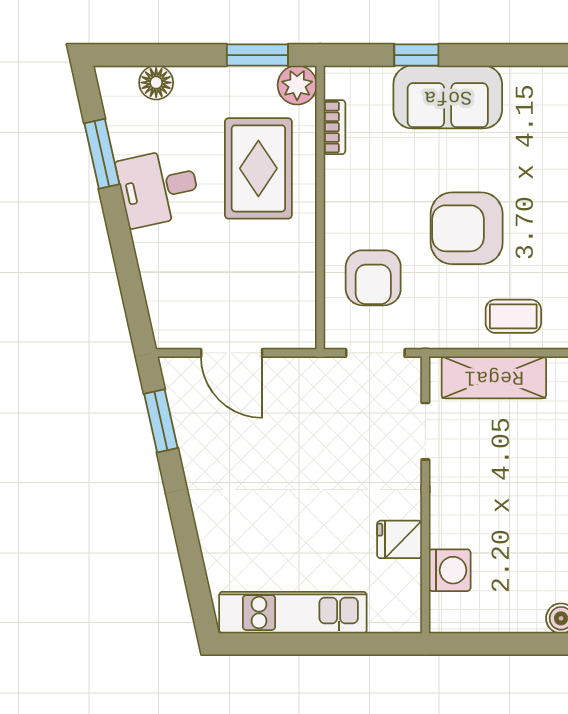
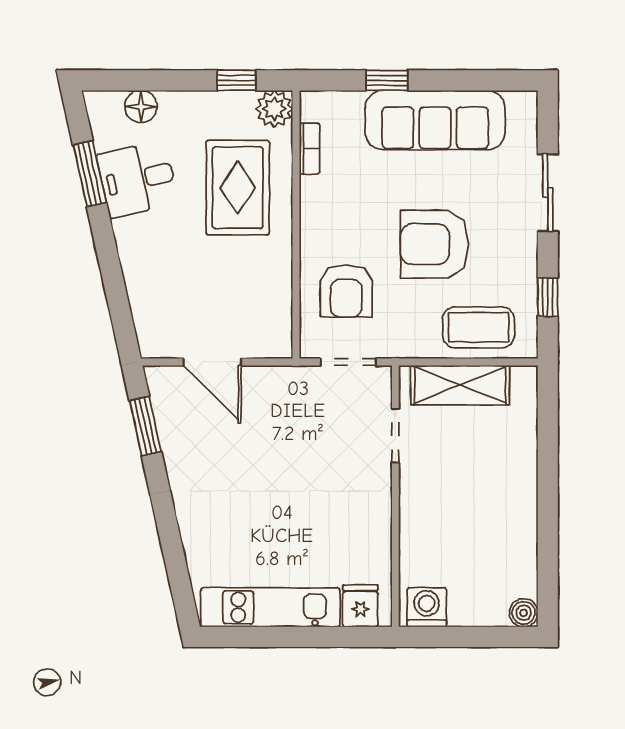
window: (257, 55) -> (237, 80), width x0.67
sofa: (448, 97) -> (435, 120), width x1.36
desk: (159, 188) -> (137, 179), moved
coffee table: (513, 316) -> (479, 327), width x1.36, depth x1.30
fridge: (399, 539) -> (360, 606), moved, turned 90
washing machine: (450, 570) -> (427, 607), moved, turned -90

